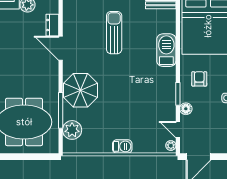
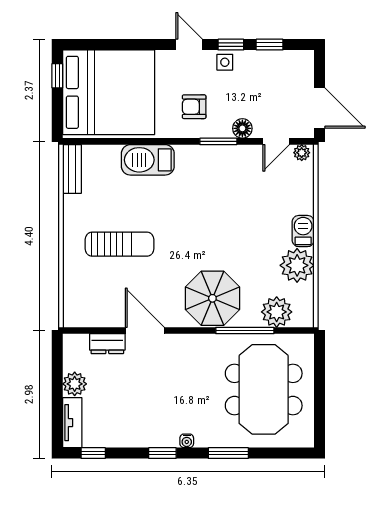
sun lounger: (114, 33) -> (120, 244), turned 180
door: (61, 48) -> (145, 330), swing flipped
plant: (101, 143) -> (297, 265), added

